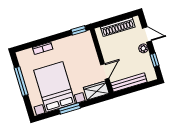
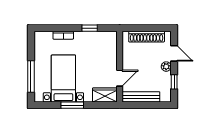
window: (79, 30) -> (90, 28), moved
window: (21, 81) -> (31, 77), moved
bed with nightstands: (55, 87) -> (63, 78), width x0.73

